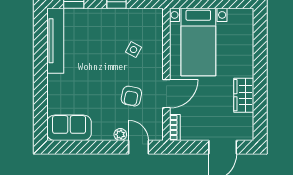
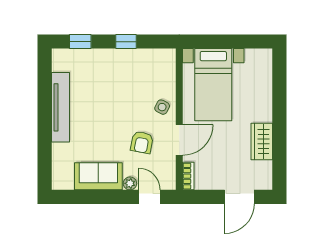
tv unit: (55, 41) -> (60, 107), moved
side table: (133, 50) -> (162, 107), moved
sofa: (69, 128) -> (98, 176), moved

